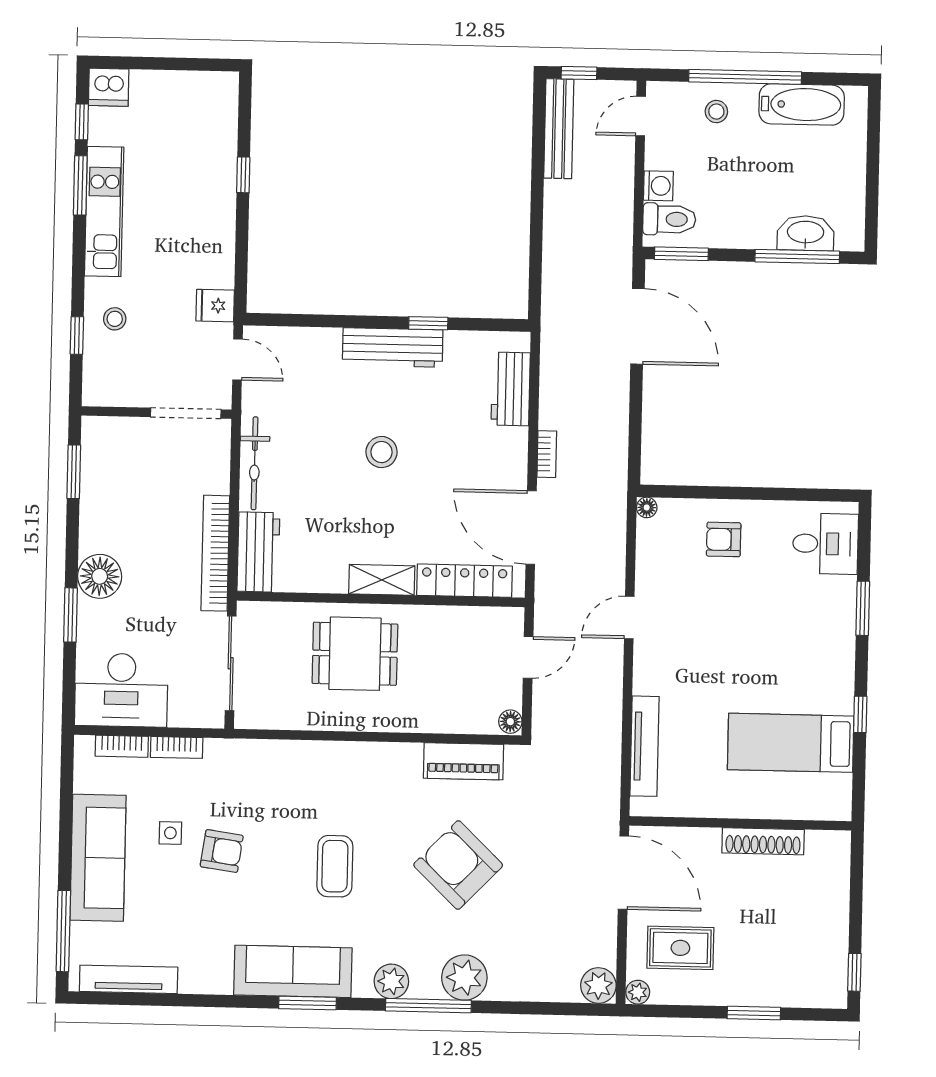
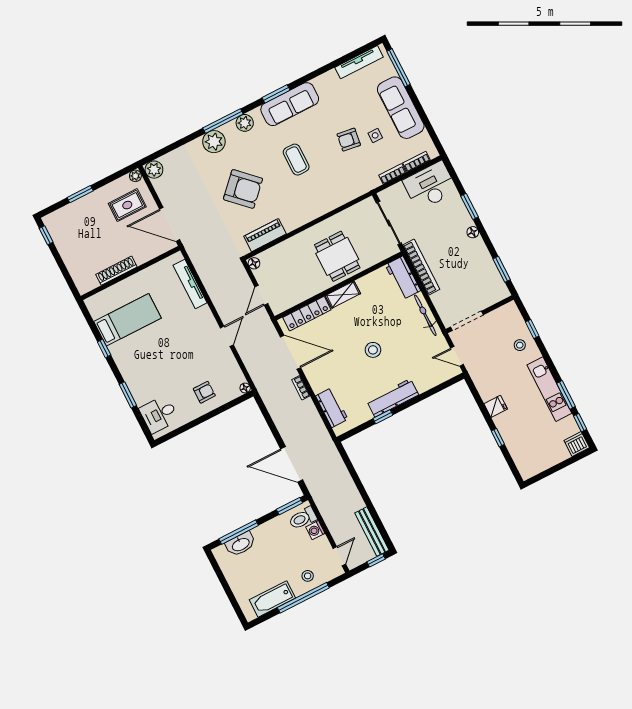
fridge: (215, 306) -> (496, 406), moved
floor lamp: (100, 576) -> (473, 232), width x0.53, depth x0.53
dining table: (355, 654) -> (337, 256), turned 90

